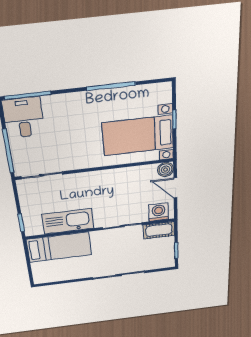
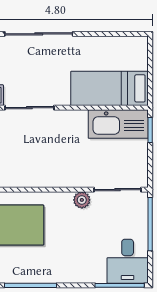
plant: (72, 164) -> (82, 200), added
kitchen sink: (68, 221) -> (118, 124), moved

